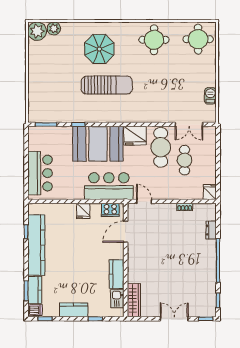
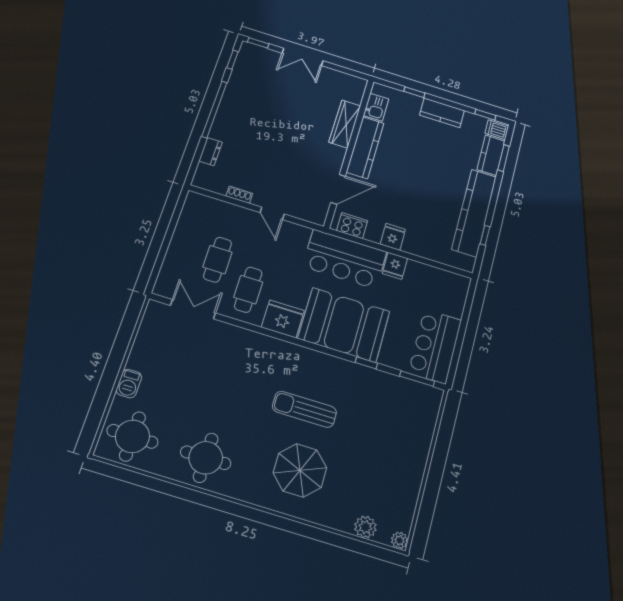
plant: (37, 31) -> (399, 540), width x0.53, depth x0.53
sun lounger: (107, 85) -> (304, 409), width x0.73, depth x0.75
barbecue: (210, 96) -> (129, 384), moved
cafe table: (161, 147) -> (248, 290), width x0.73, depth x0.74
bar counter: (40, 173) -> (435, 346), moved
fridge: (210, 192) -> (395, 266), moved
door: (144, 201) -> (272, 213), moved
kitchen counter: (117, 274) -> (365, 148), width x1.50
wardrobe: (134, 300) -> (345, 124), moved

